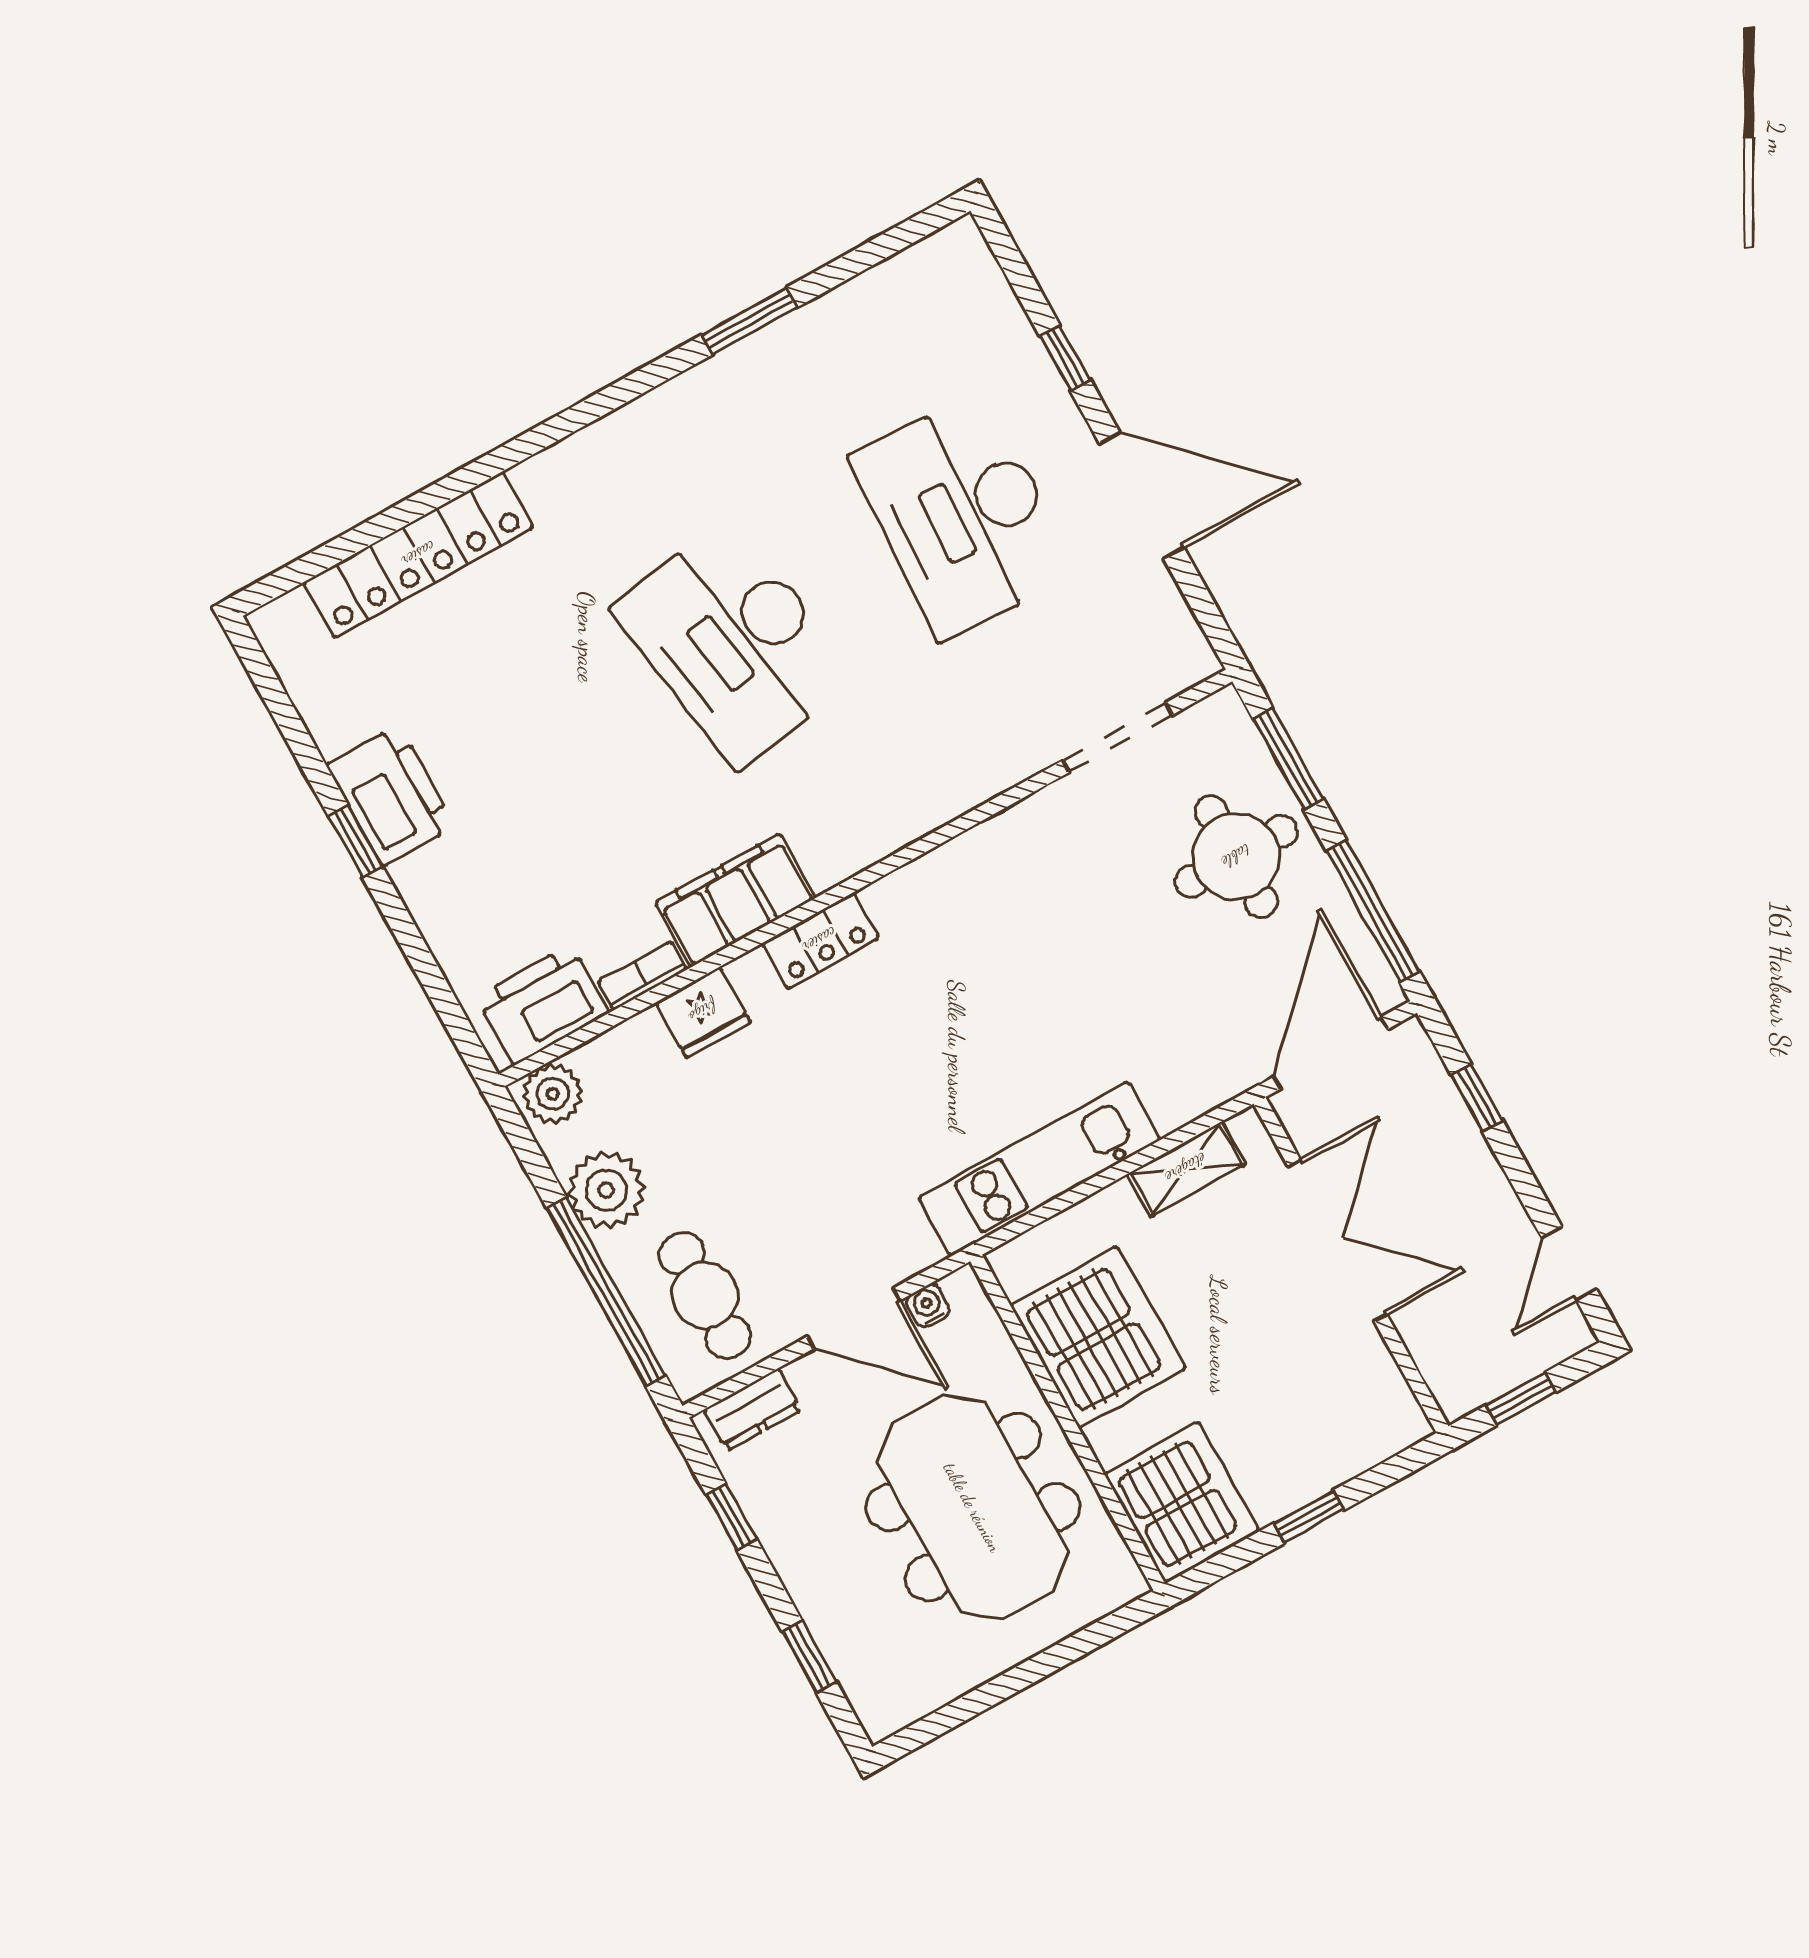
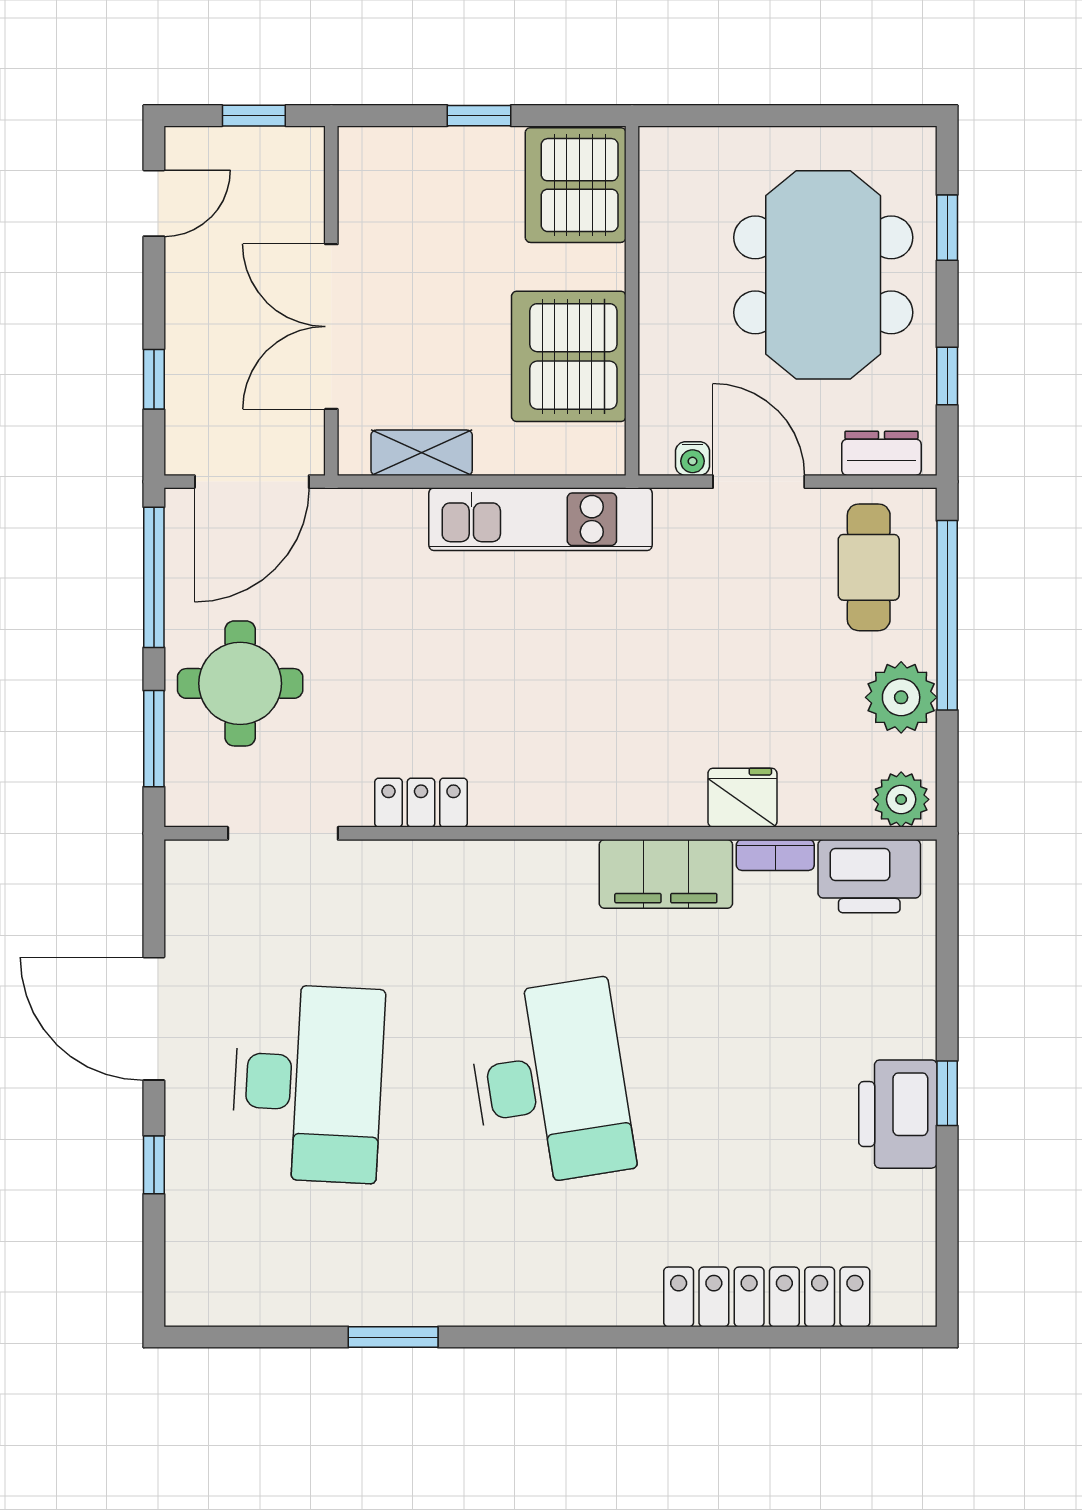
locker: (820, 941) -> (421, 803), moved
meeting table: (973, 1507) -> (823, 275), moved

